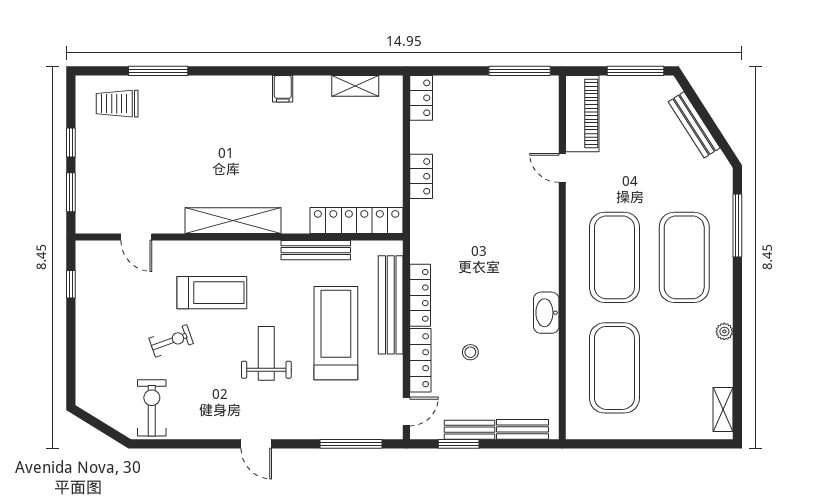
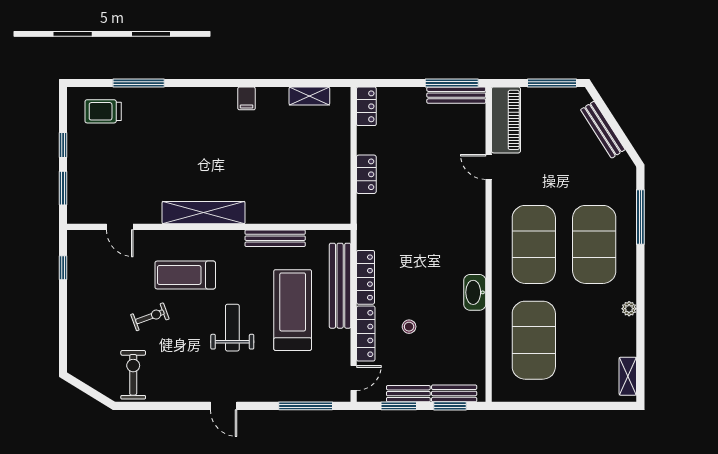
bench: (525, 85) -> (456, 95), added
locker: (357, 220) -> (310, 213), removed
treadmill: (212, 293) -> (185, 275), turned 180
window: (518, 444) -> (450, 406), added

